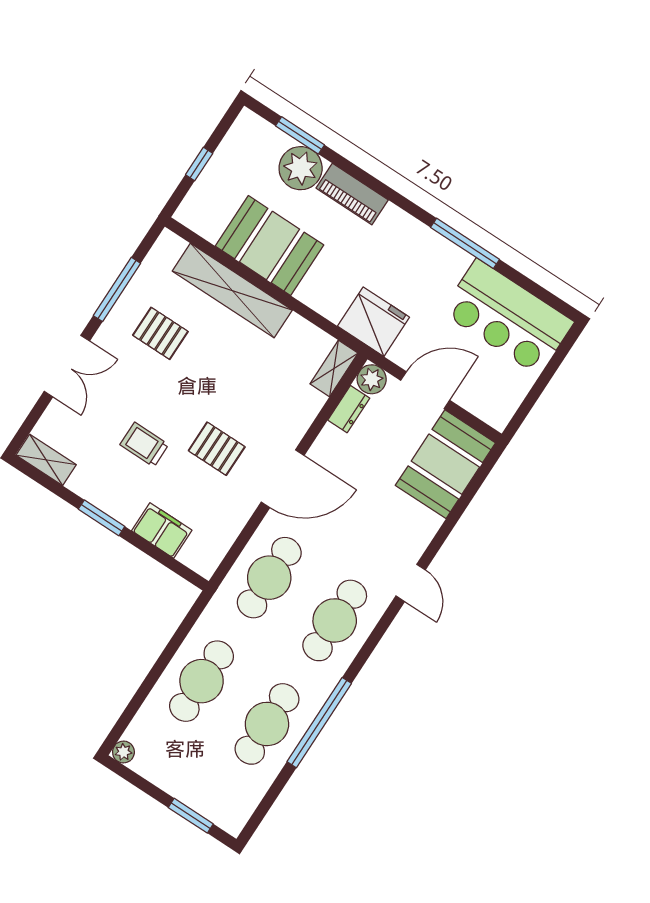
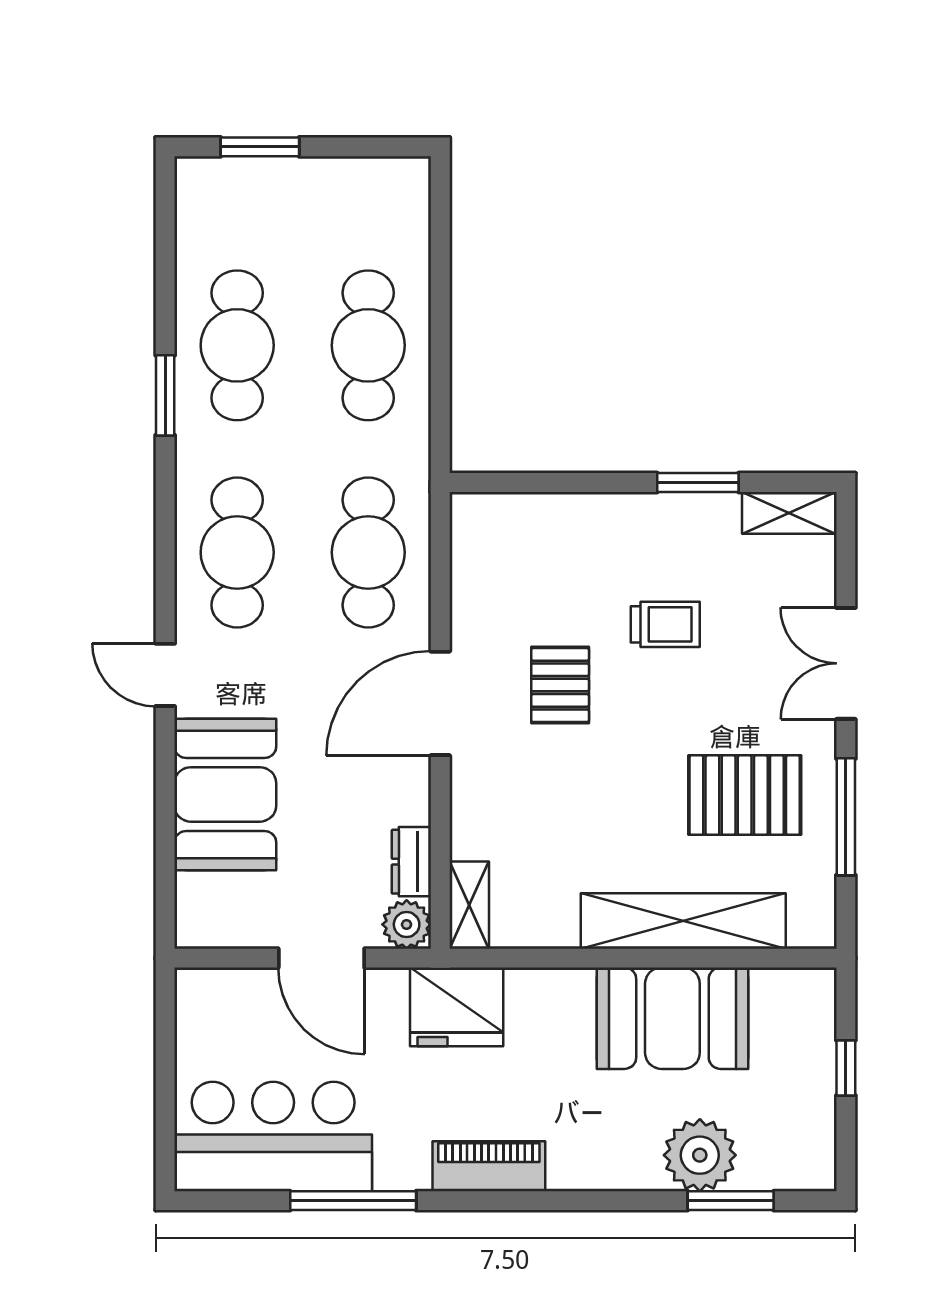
piano: (352, 194) -> (489, 1166), moved
window: (465, 243) -> (353, 1201), moved
pallet: (160, 333) -> (745, 795), width x1.50, depth x1.42
door: (425, 390) -> (321, 958), hinge flipped
pallet: (217, 449) -> (560, 685), turned 90
booth: (445, 464) -> (225, 794), moved
window: (102, 518) -> (698, 483), moved
filing cabinet: (162, 531) -> (562, 520), removed
window: (319, 723) -> (165, 395), width x0.47
plant: (123, 752) -> (413, 174), removed

